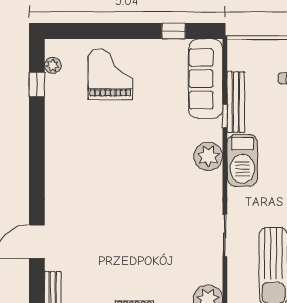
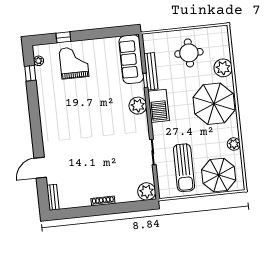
window: (174, 31) -> (63, 37), moved

